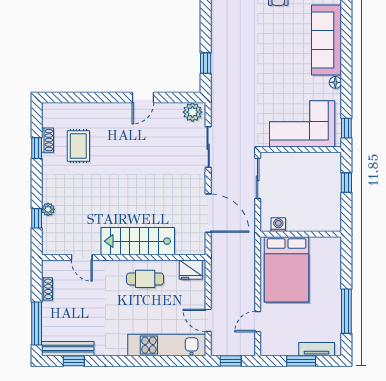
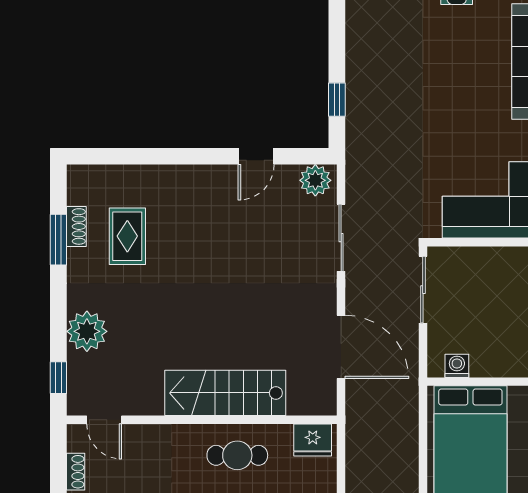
door: (143, 98) -> (256, 156), moved
window: (37, 148) -> (58, 240), width x1.50
plant: (48, 209) -> (87, 331), width x1.87, depth x1.87
window: (37, 218) -> (58, 378), moved
door: (82, 257) -> (104, 420), moved

